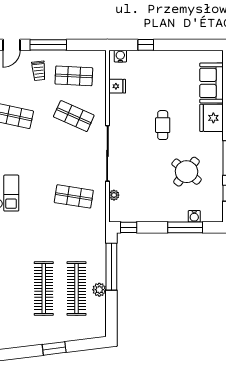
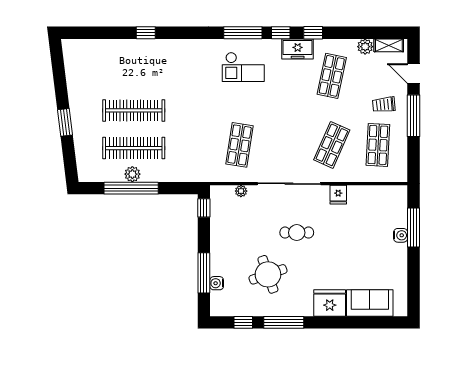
window: (146, 45) -> (414, 228), width x2.17
water cooler: (120, 56) -> (401, 235), moved
fridge: (117, 86) -> (338, 195), moved
cafe table: (163, 125) -> (297, 233), moved
round table: (187, 172) -> (268, 274), turned 32
window: (111, 267) -> (131, 188), moved

